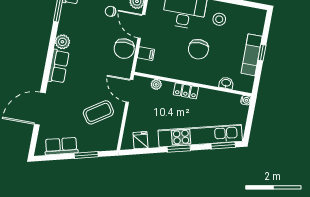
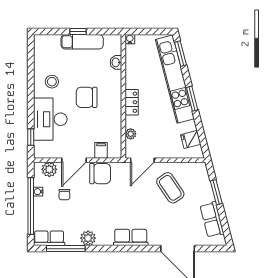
plant: (62, 42) -> (88, 238), moved
chair: (198, 49) -> (87, 97), turned 180

